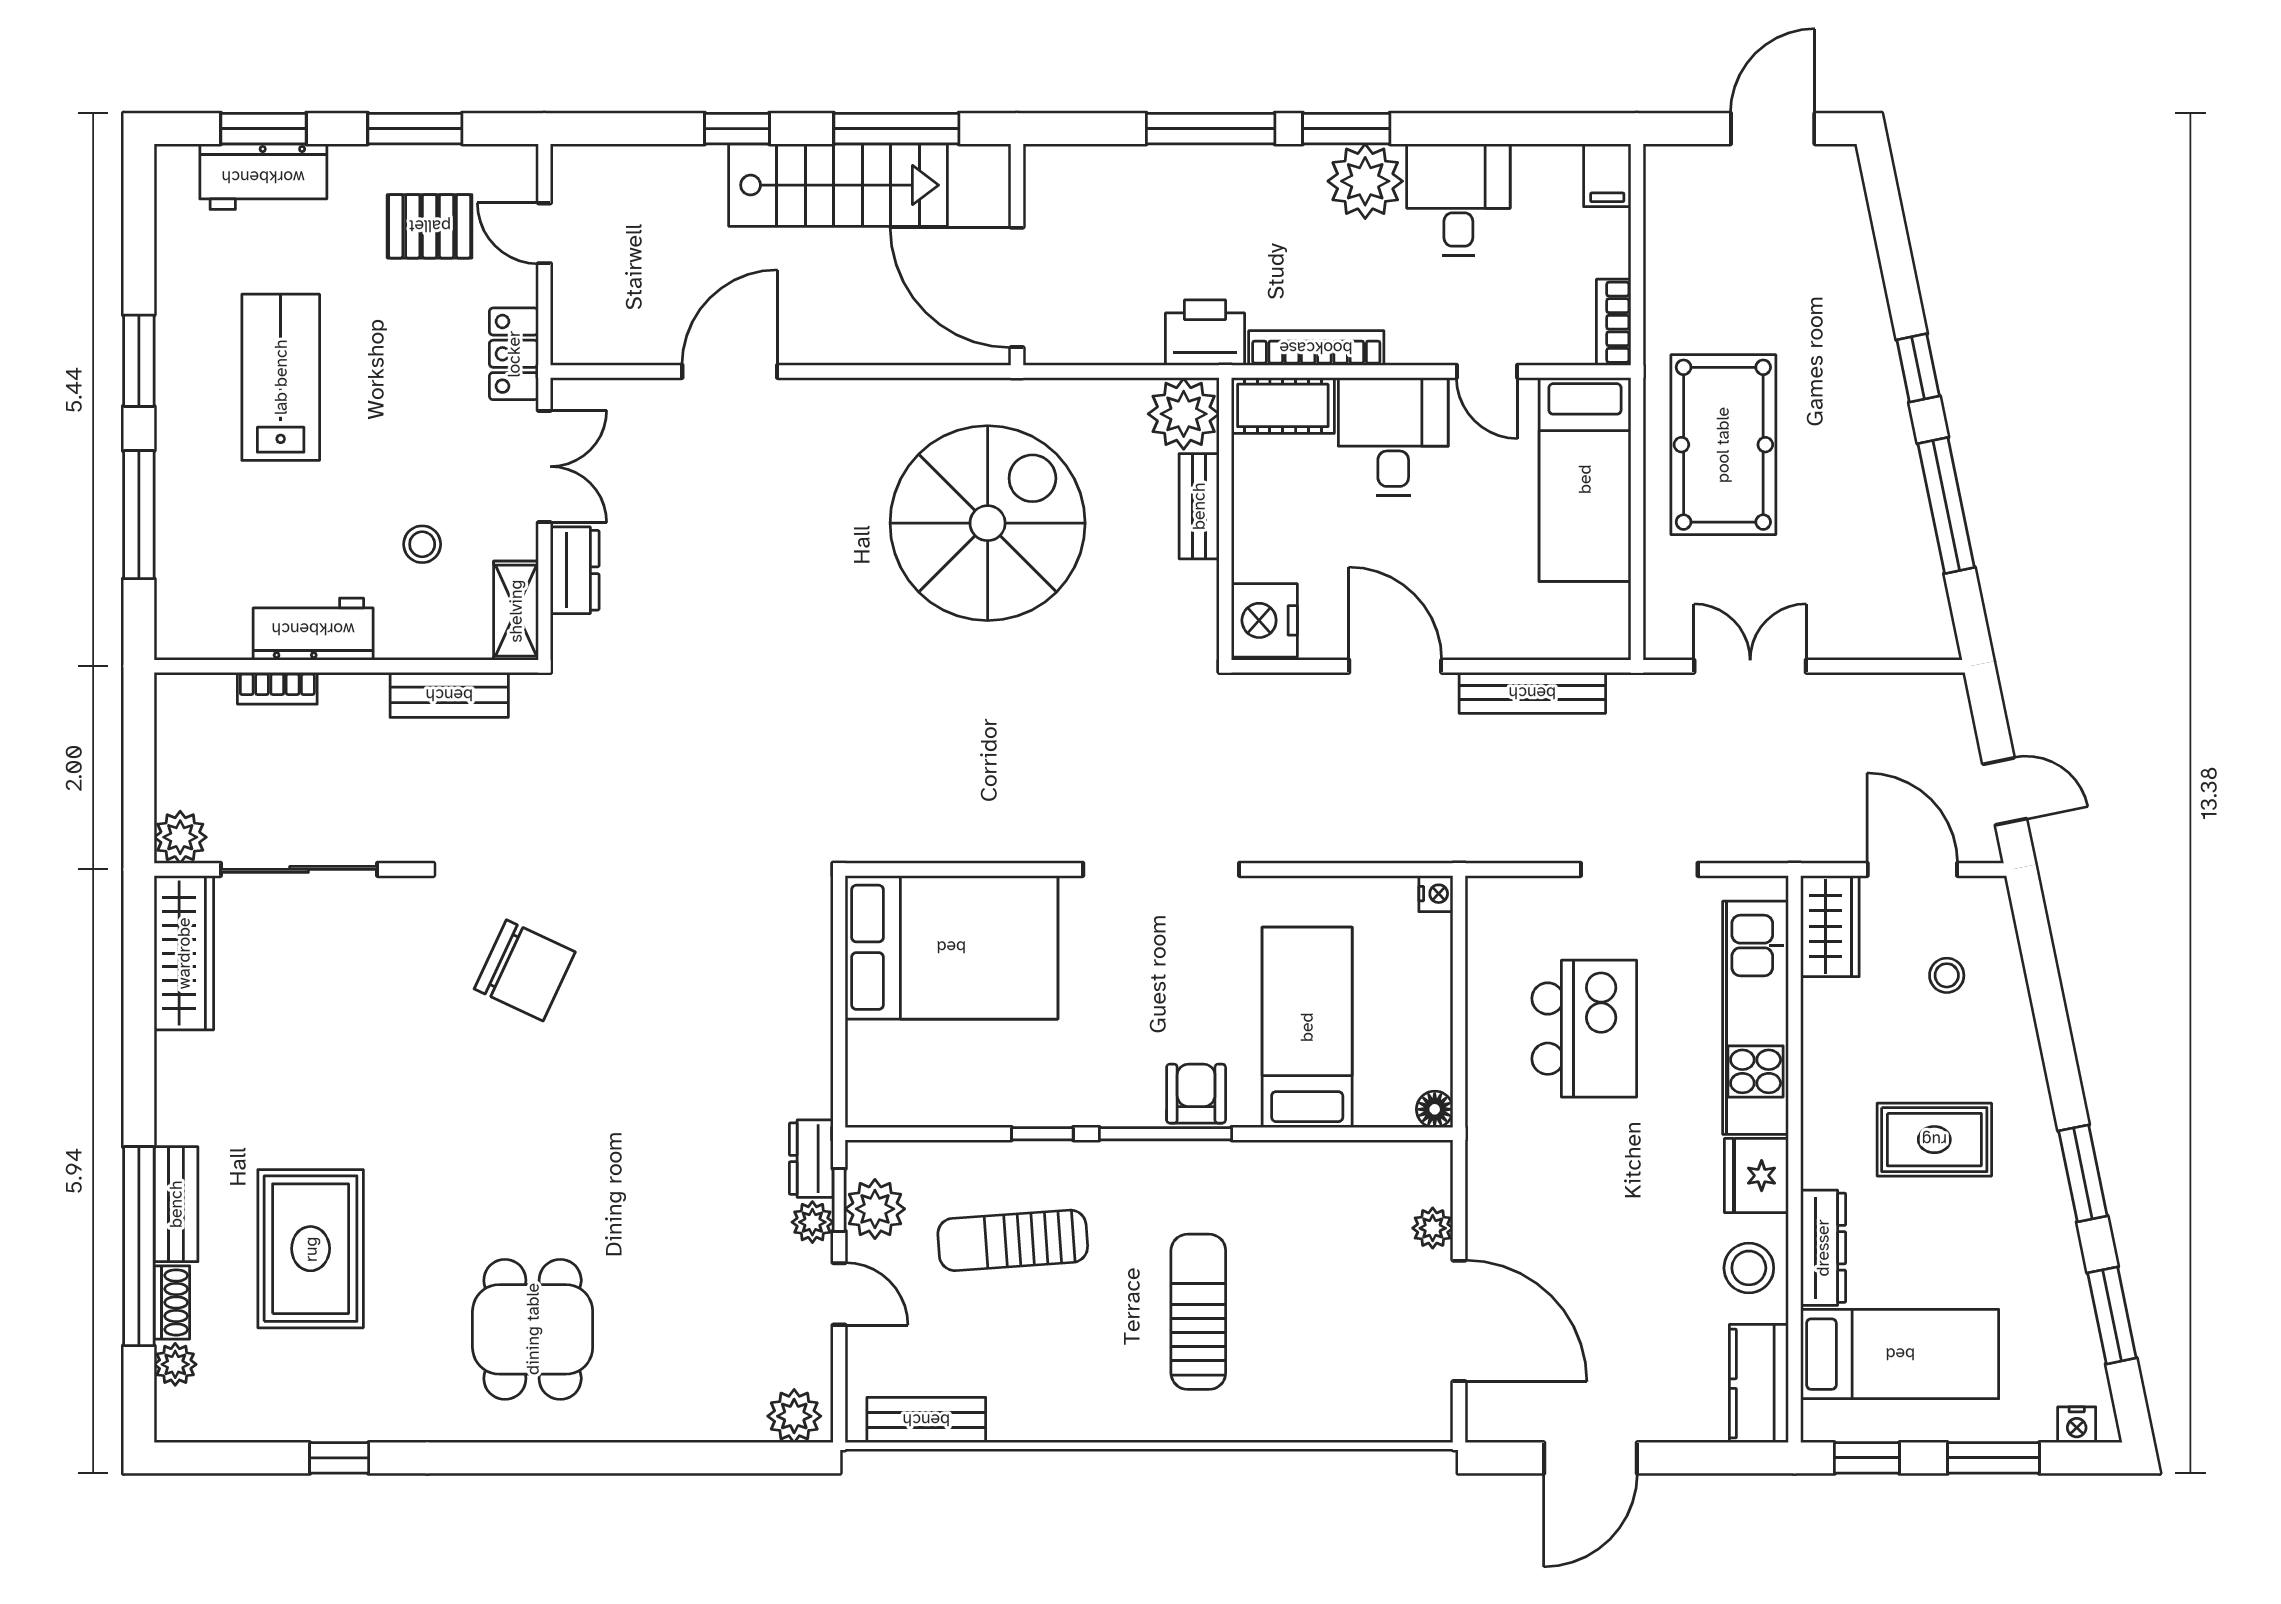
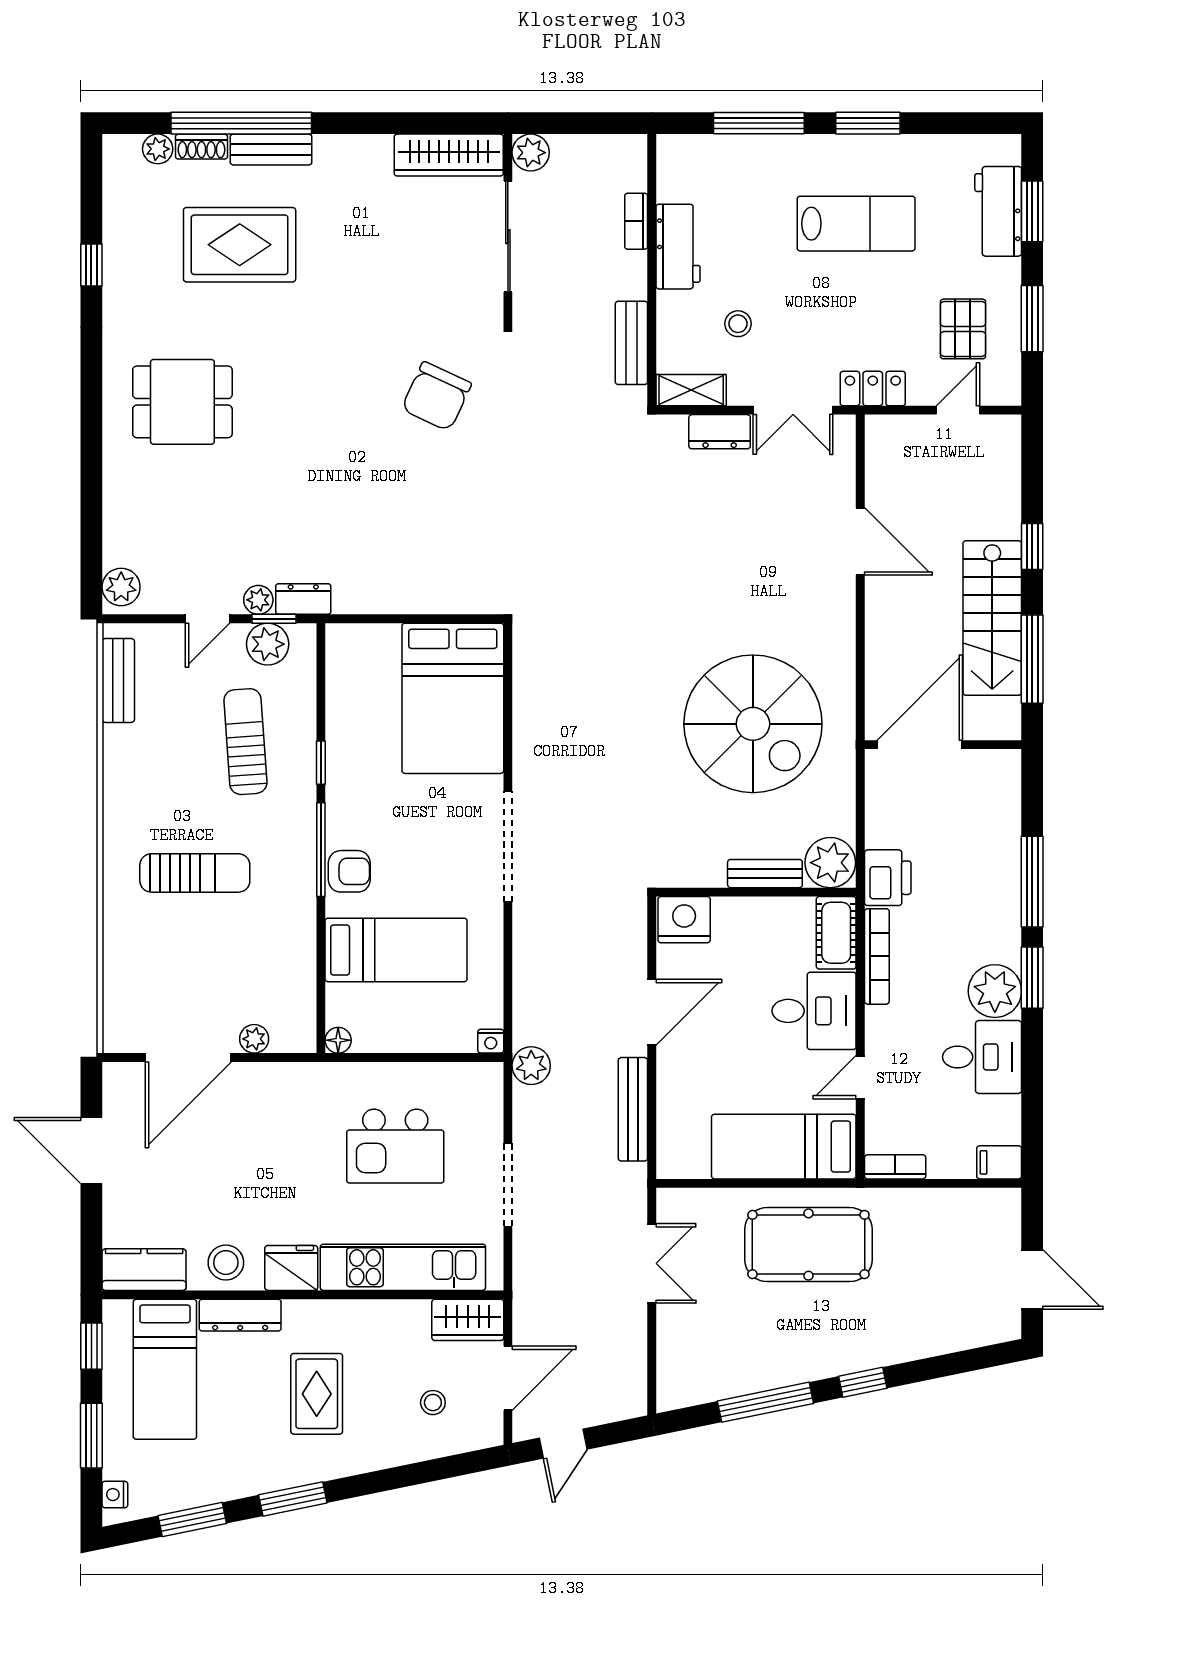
plant: (1471, 836) -> (531, 1066), added

